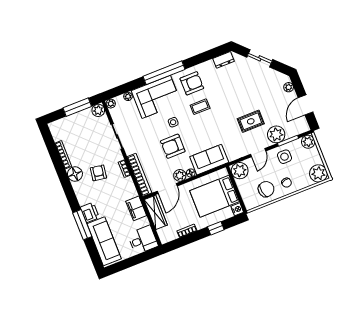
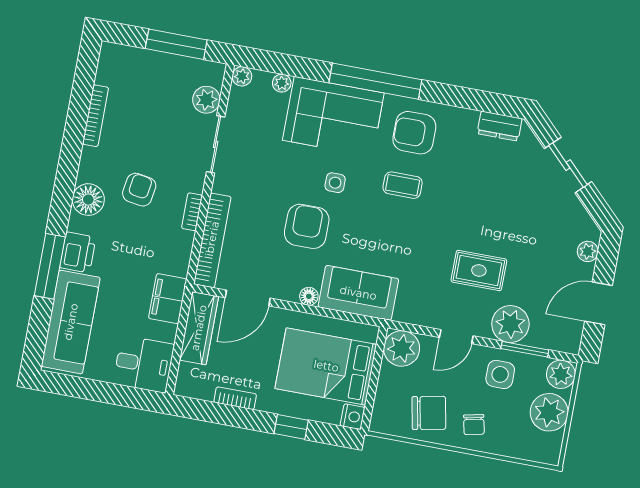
armchair: (192, 83) -> (414, 133), turned 180
plant: (98, 110) -> (206, 100), moved
armchair: (173, 146) -> (307, 226), turned 90
plant: (318, 173) -> (549, 412), moved
floor lamp: (75, 174) -> (88, 200), moved
plant: (180, 175) -> (286, 288), removed

